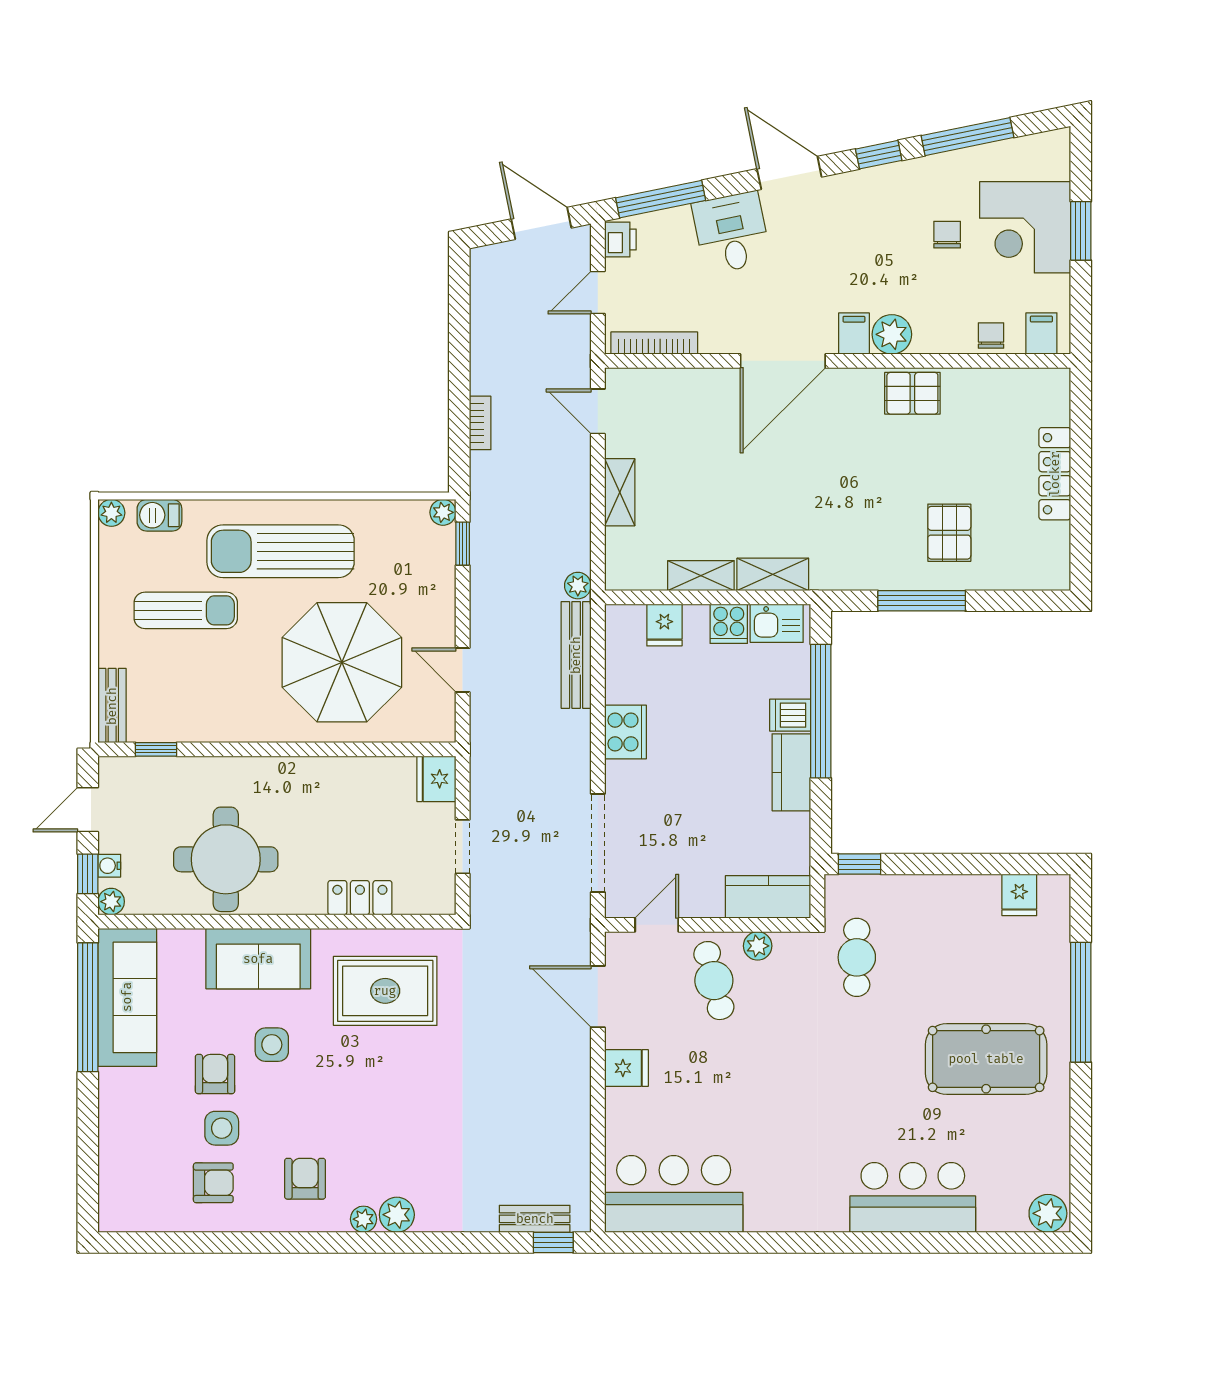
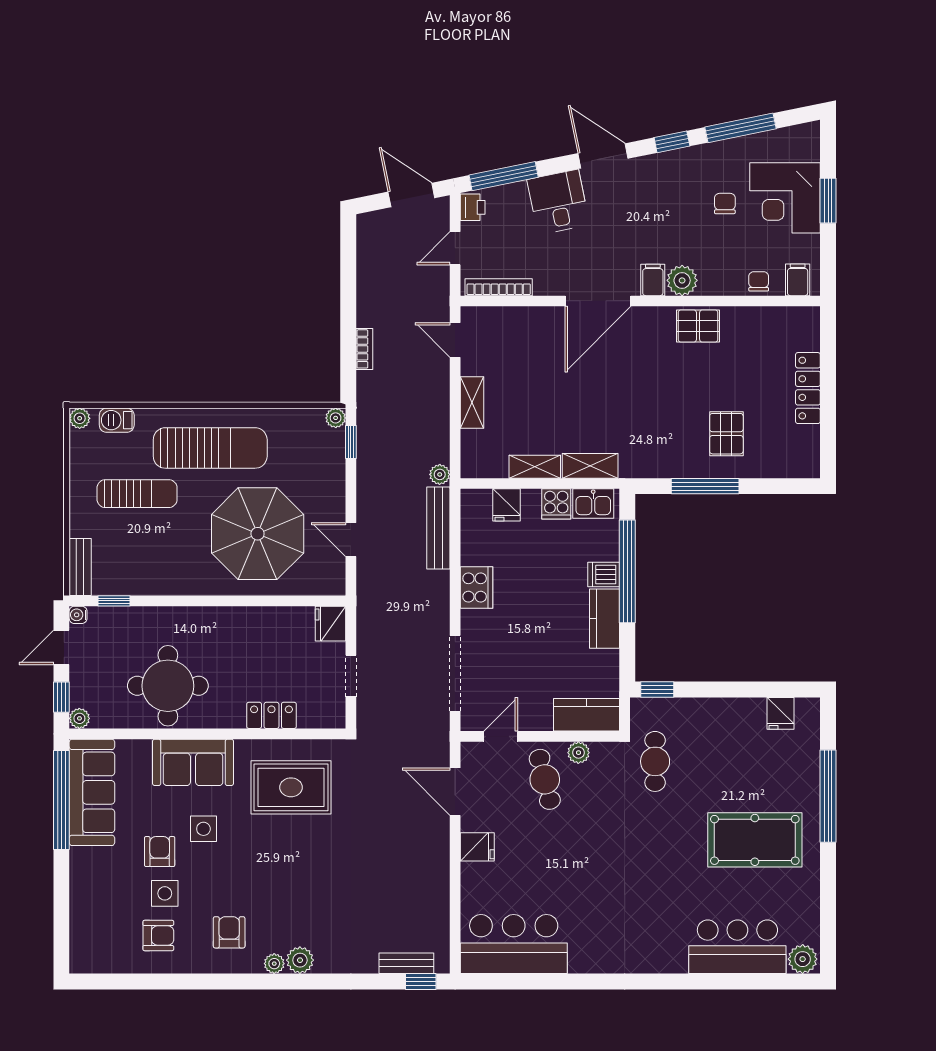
sun lounger: (281, 551) -> (210, 448), turned 180
water cooler: (109, 866) -> (78, 615), moved
bar counter: (913, 1197) -> (737, 947), moved

